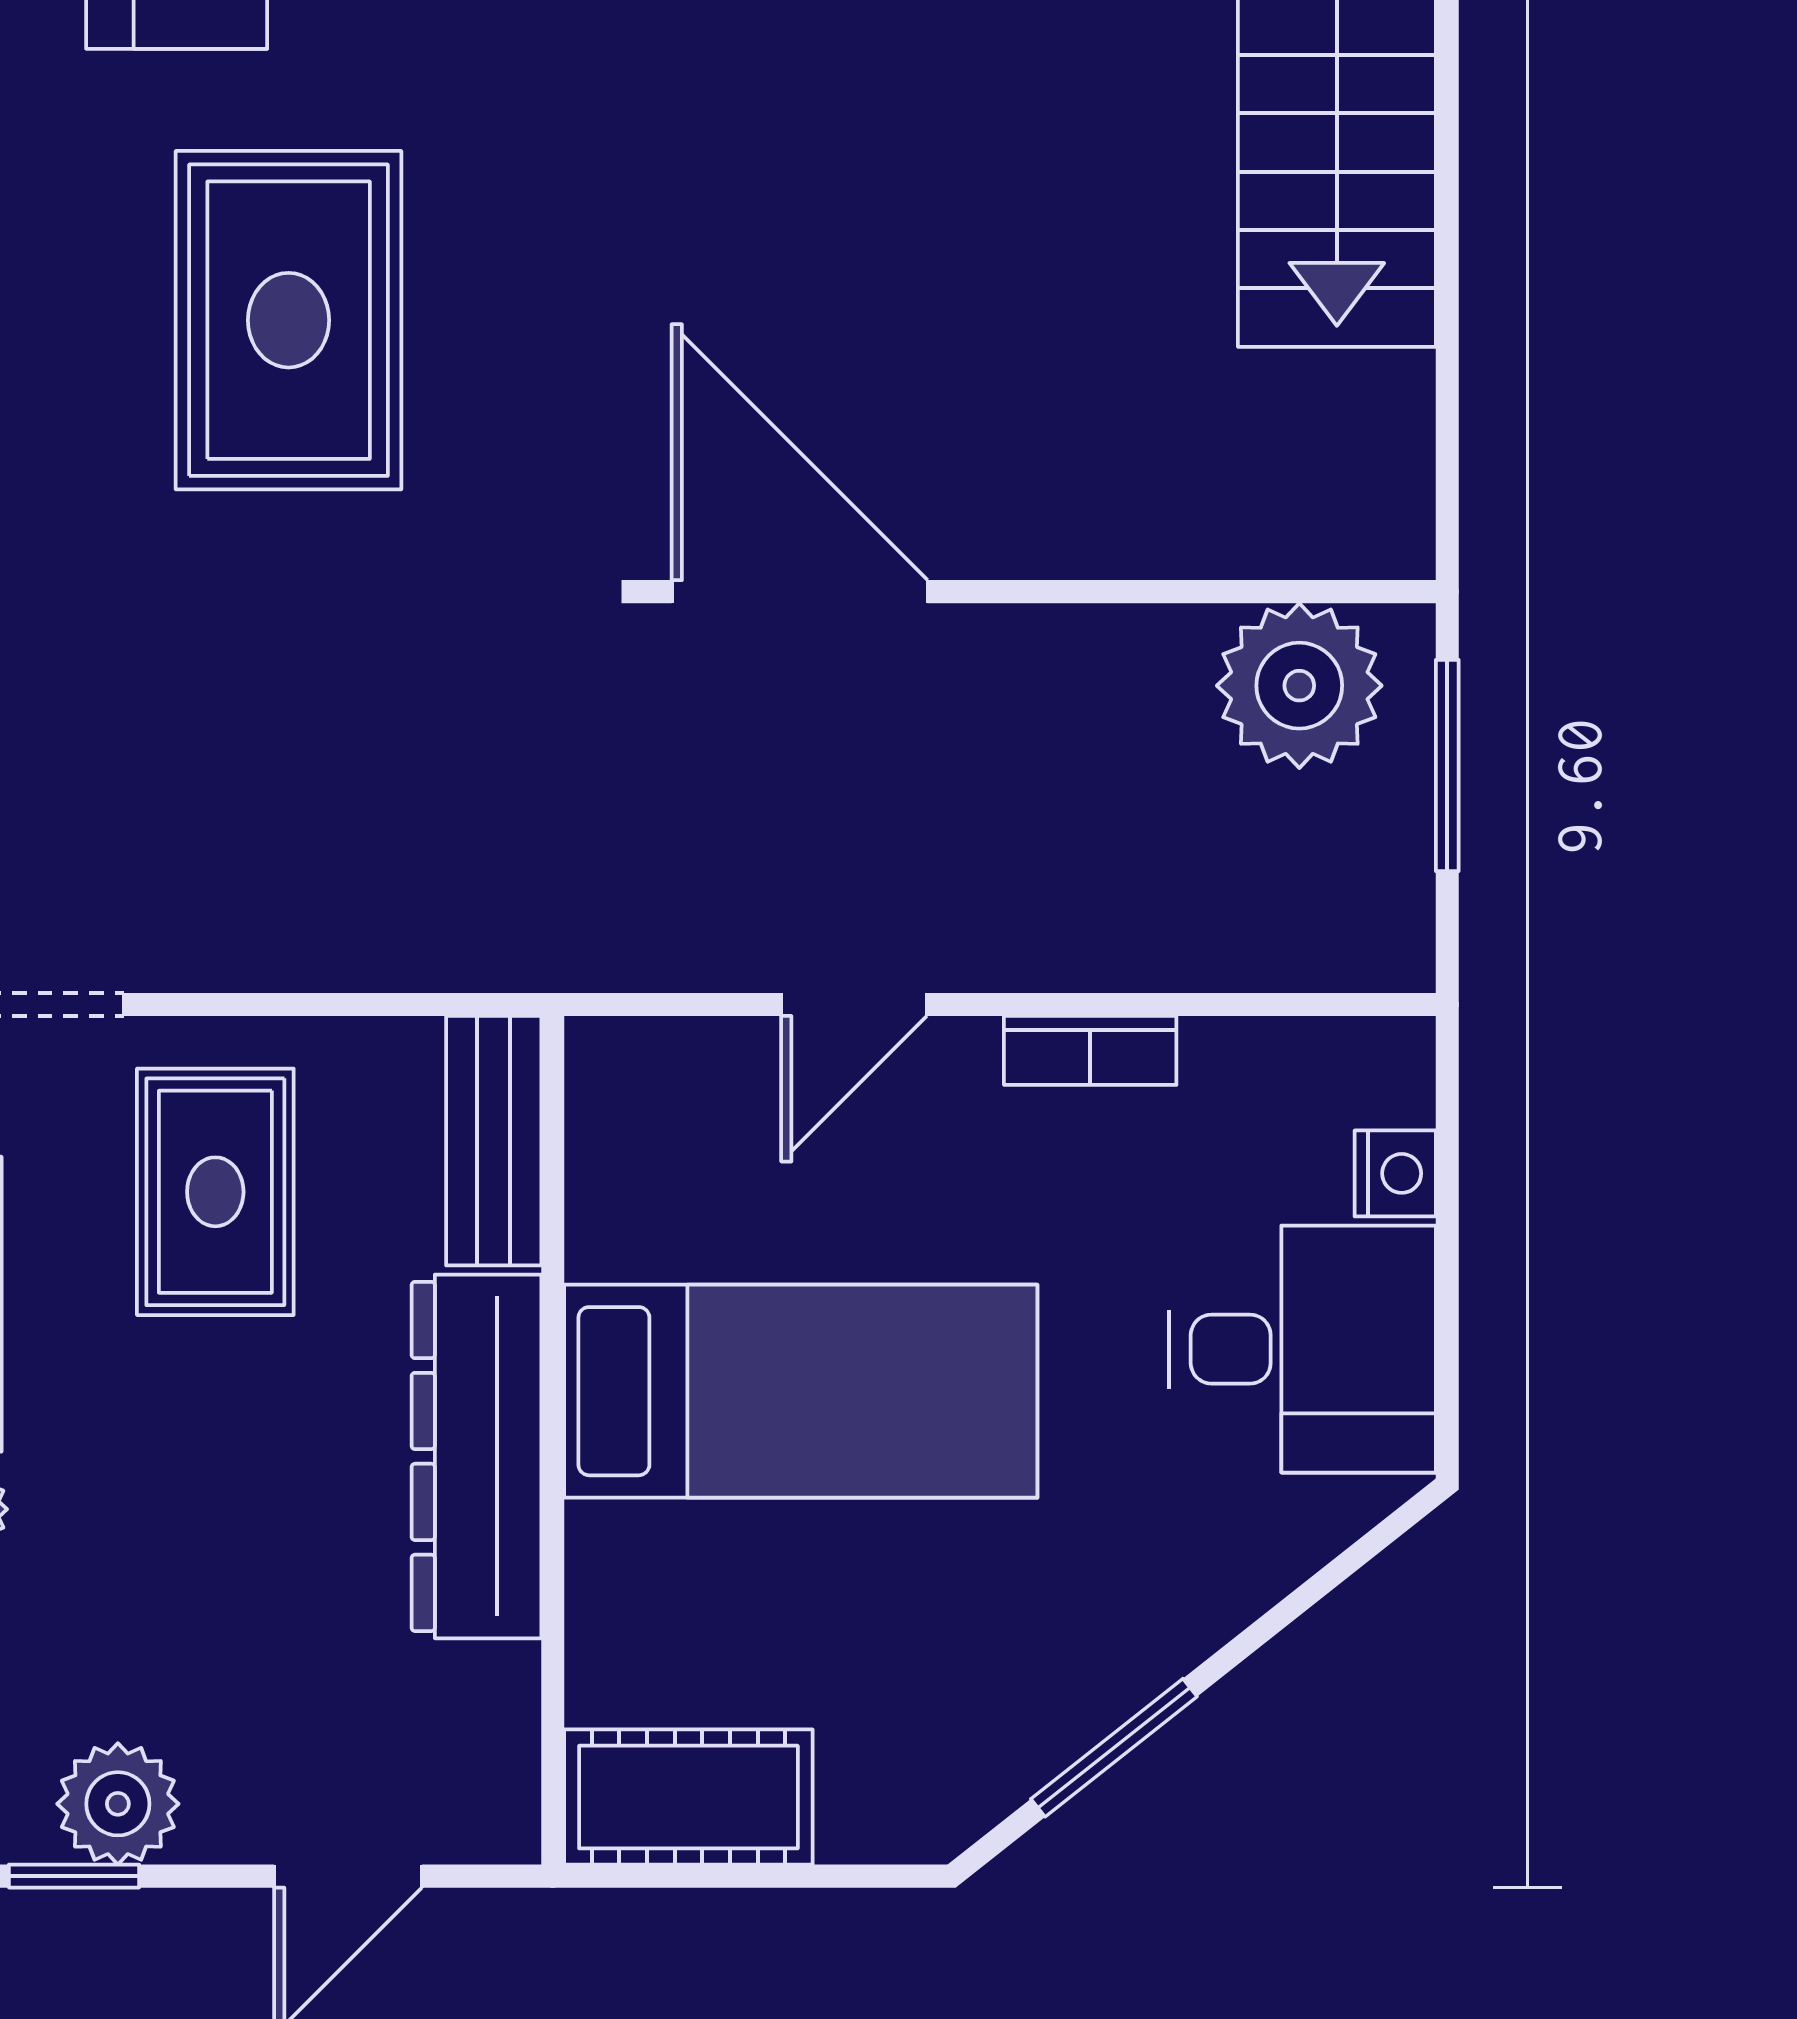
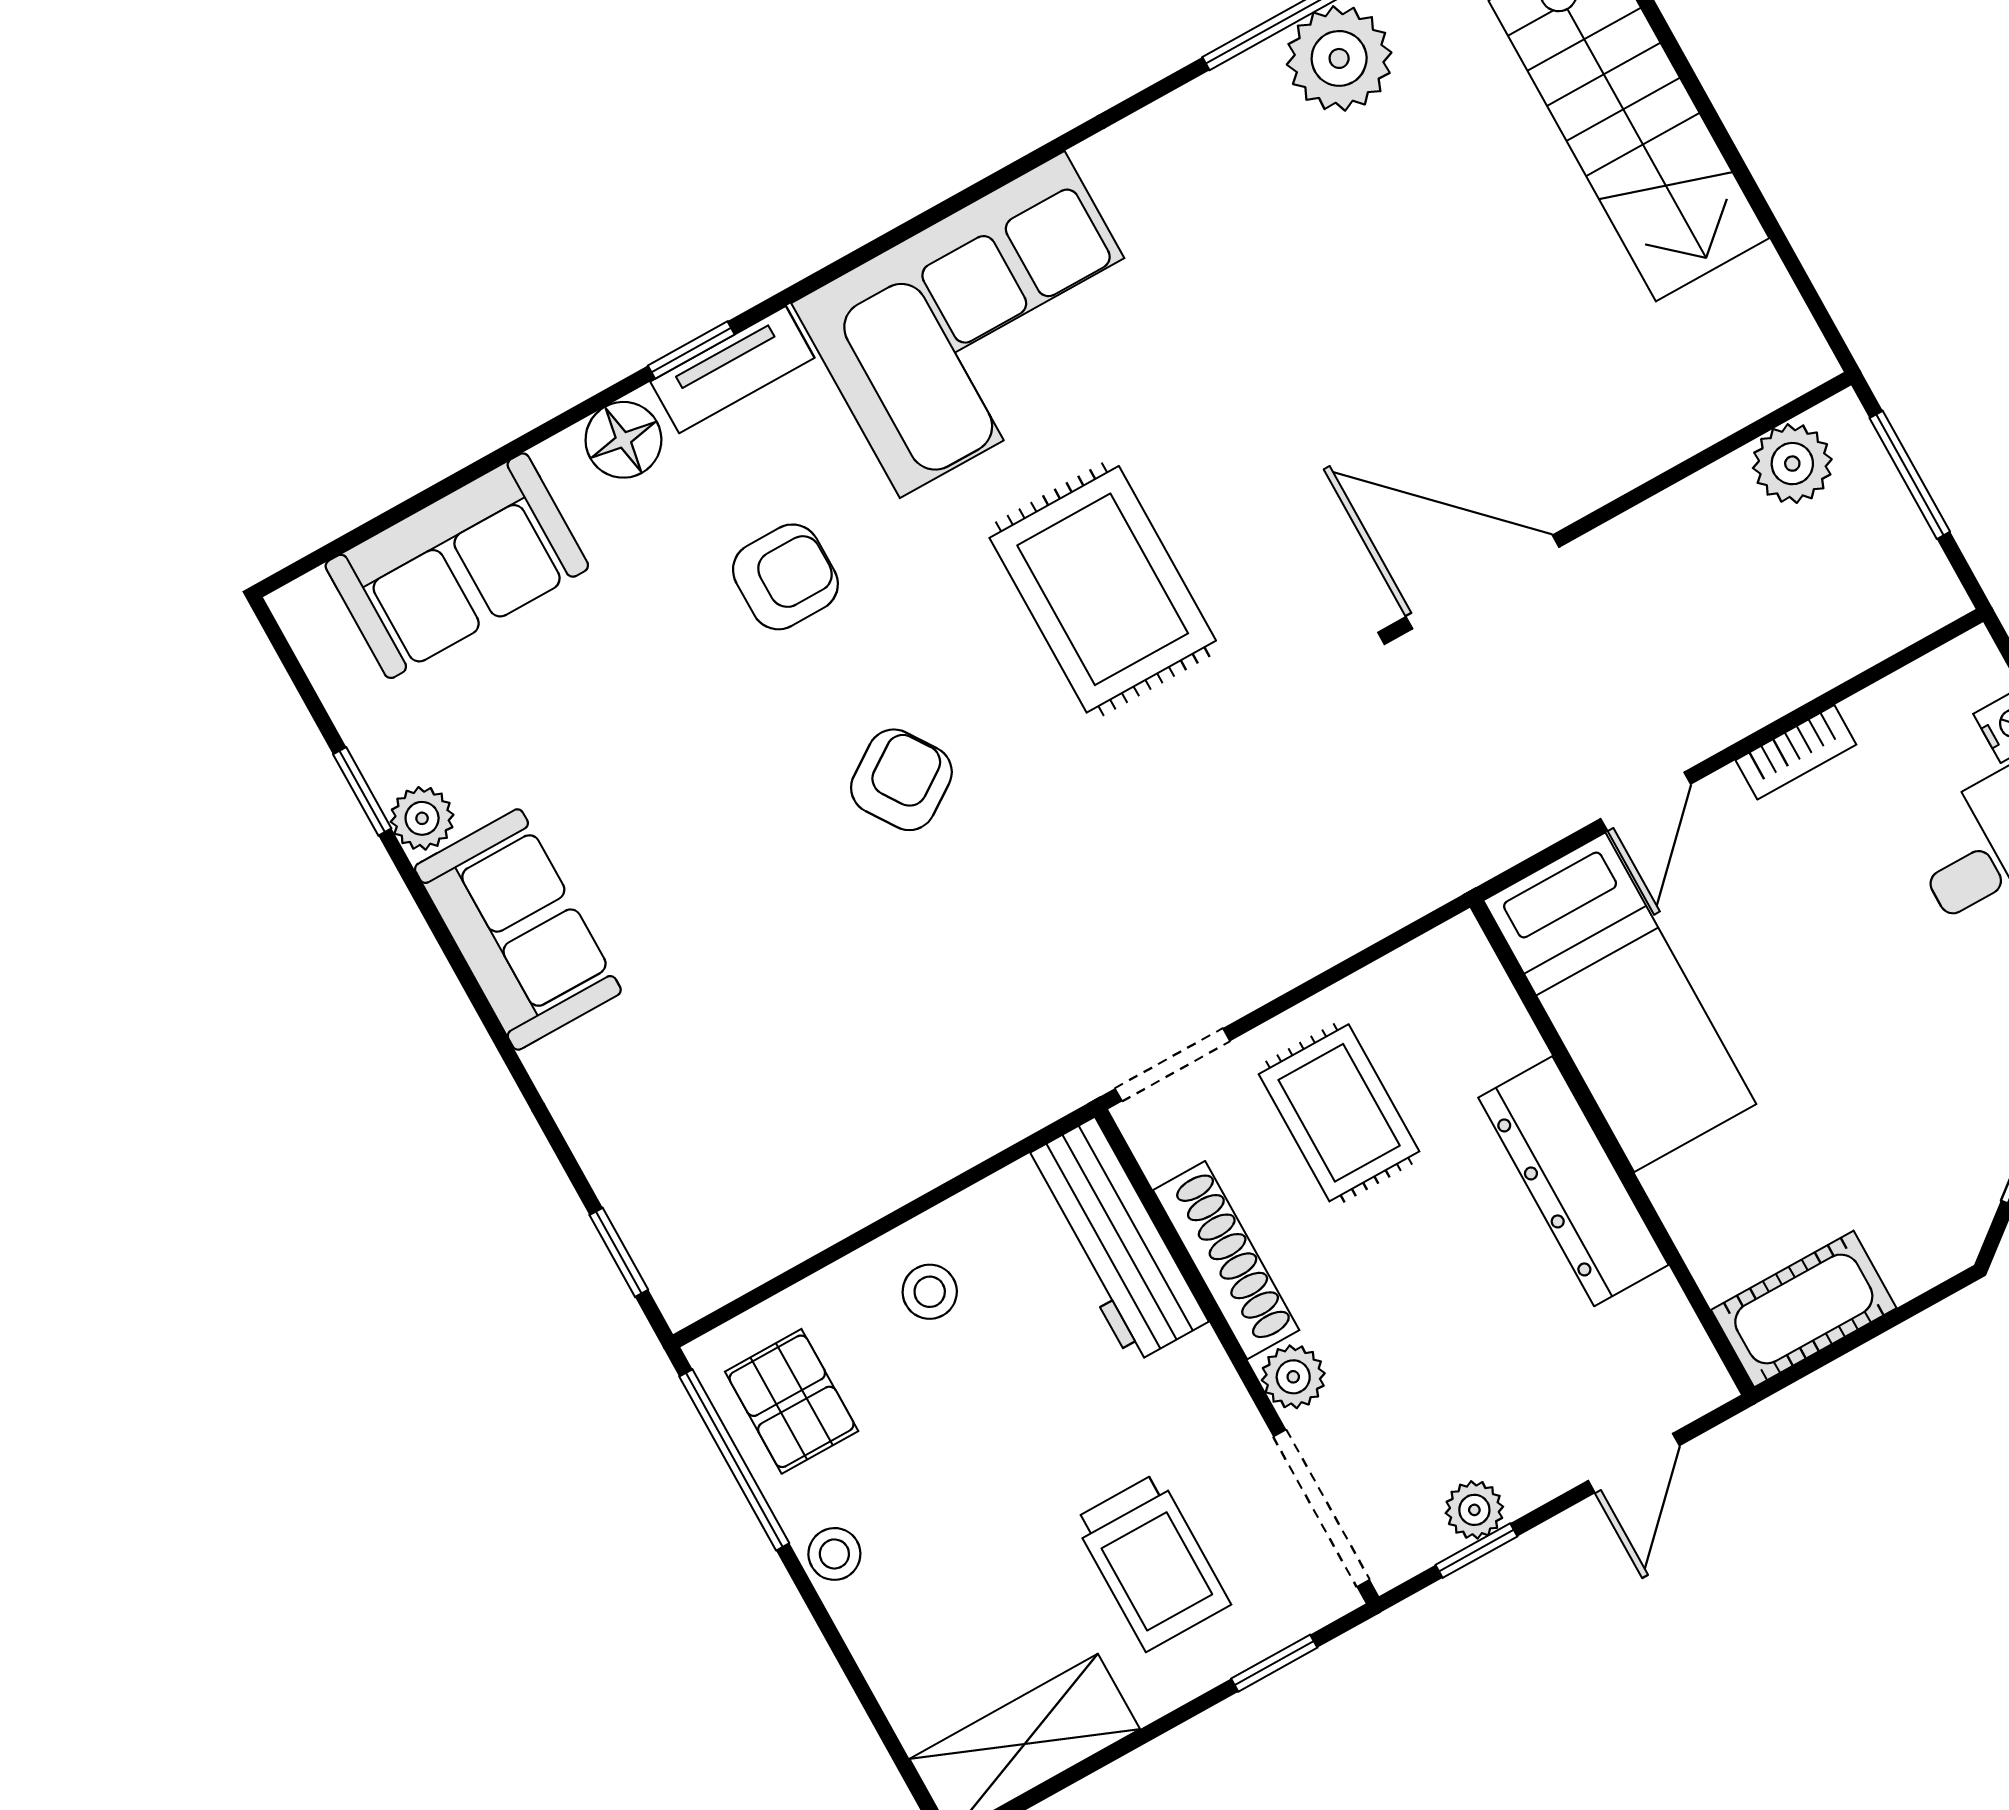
plant: (1299, 686) -> (1792, 464), width x0.73, depth x0.73
bench: (494, 1141) -> (1482, 995), removed
bed: (801, 1391) -> (1620, 1002), moved, turned 90
plant: (118, 1804) -> (1474, 1510), width x0.73, depth x0.73

